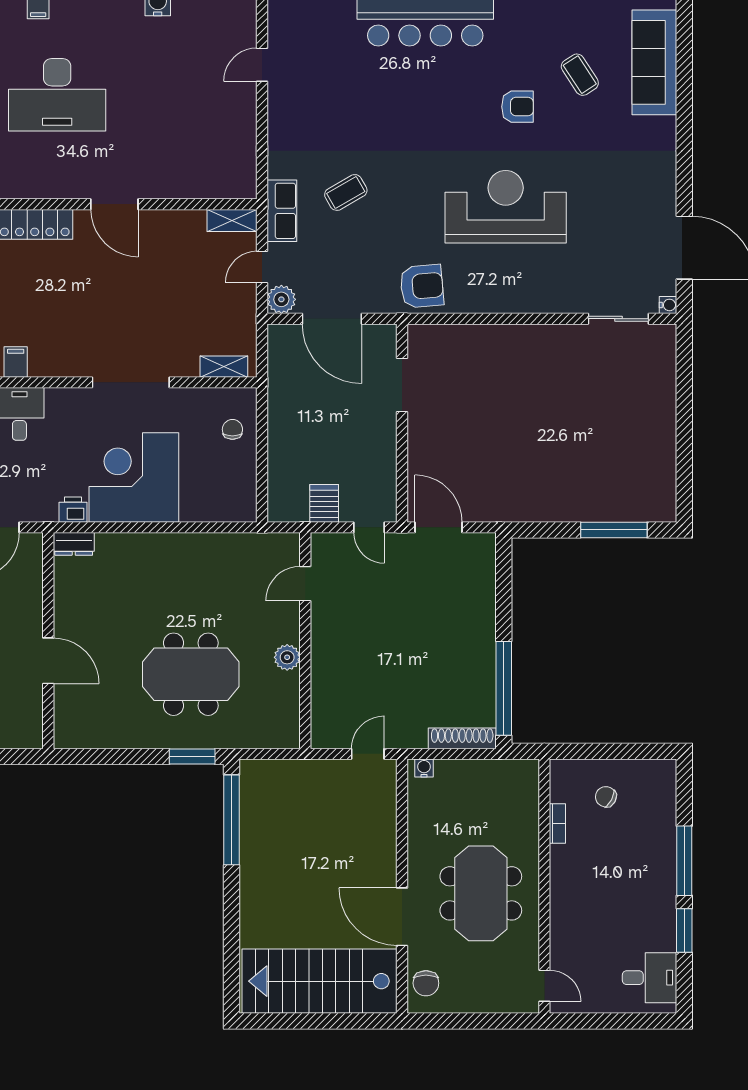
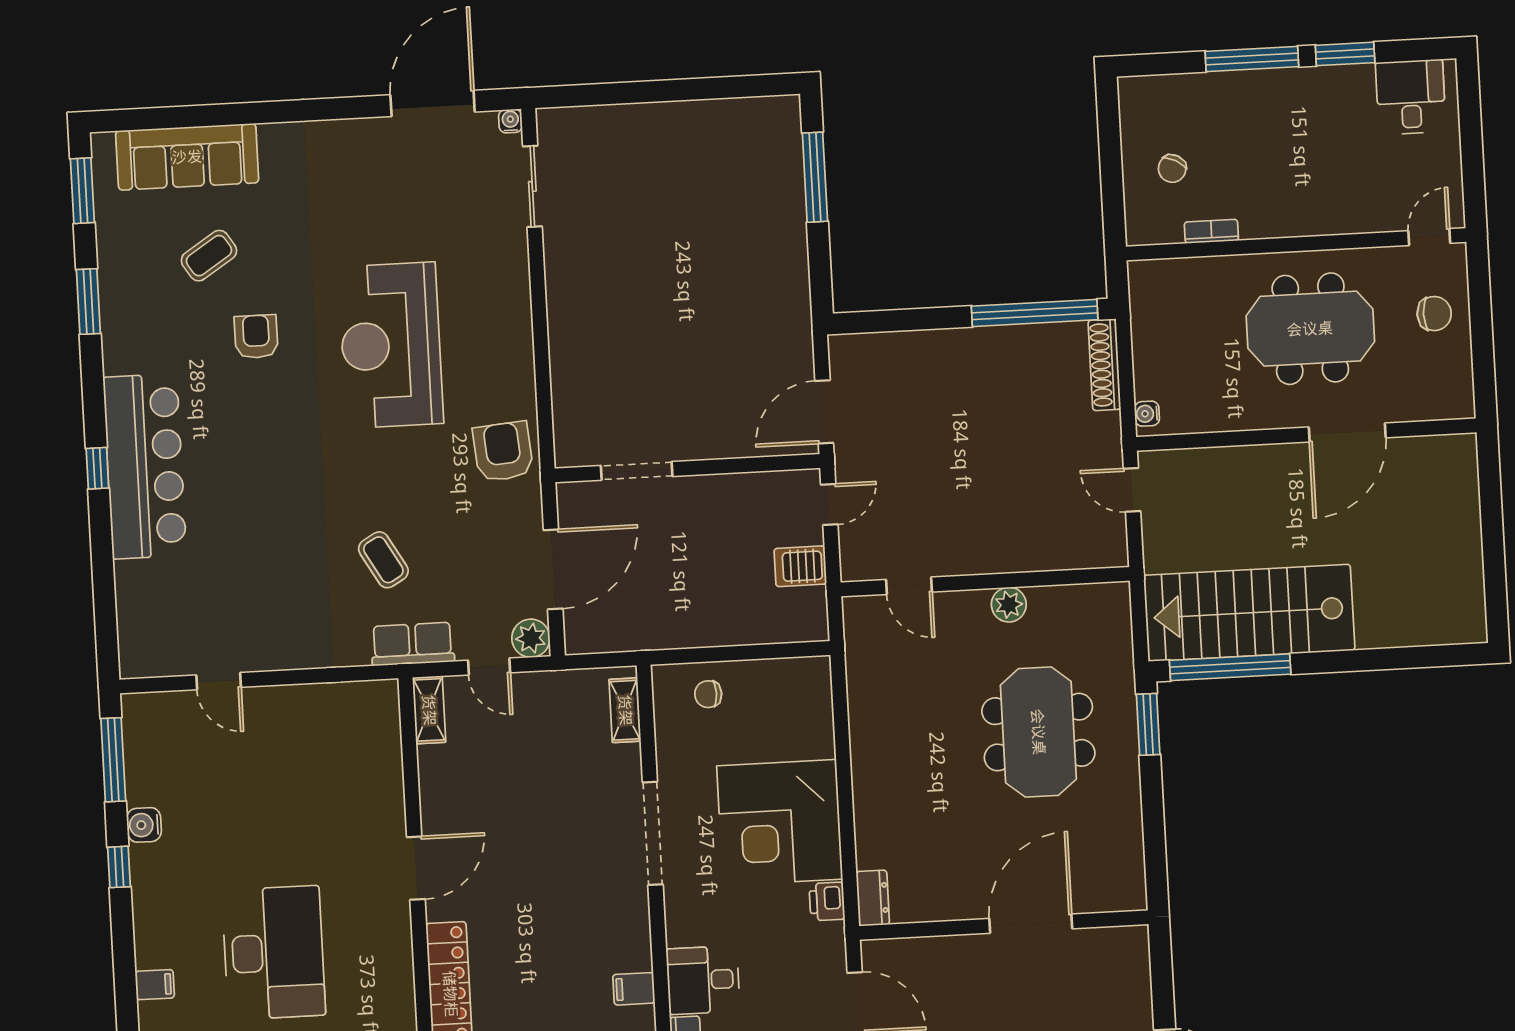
door: (48, 661) -> (1031, 924), width x1.36
stairs: (319, 981) -> (1249, 613), moved, turned 90
chair: (426, 983) -> (1434, 314), moved

